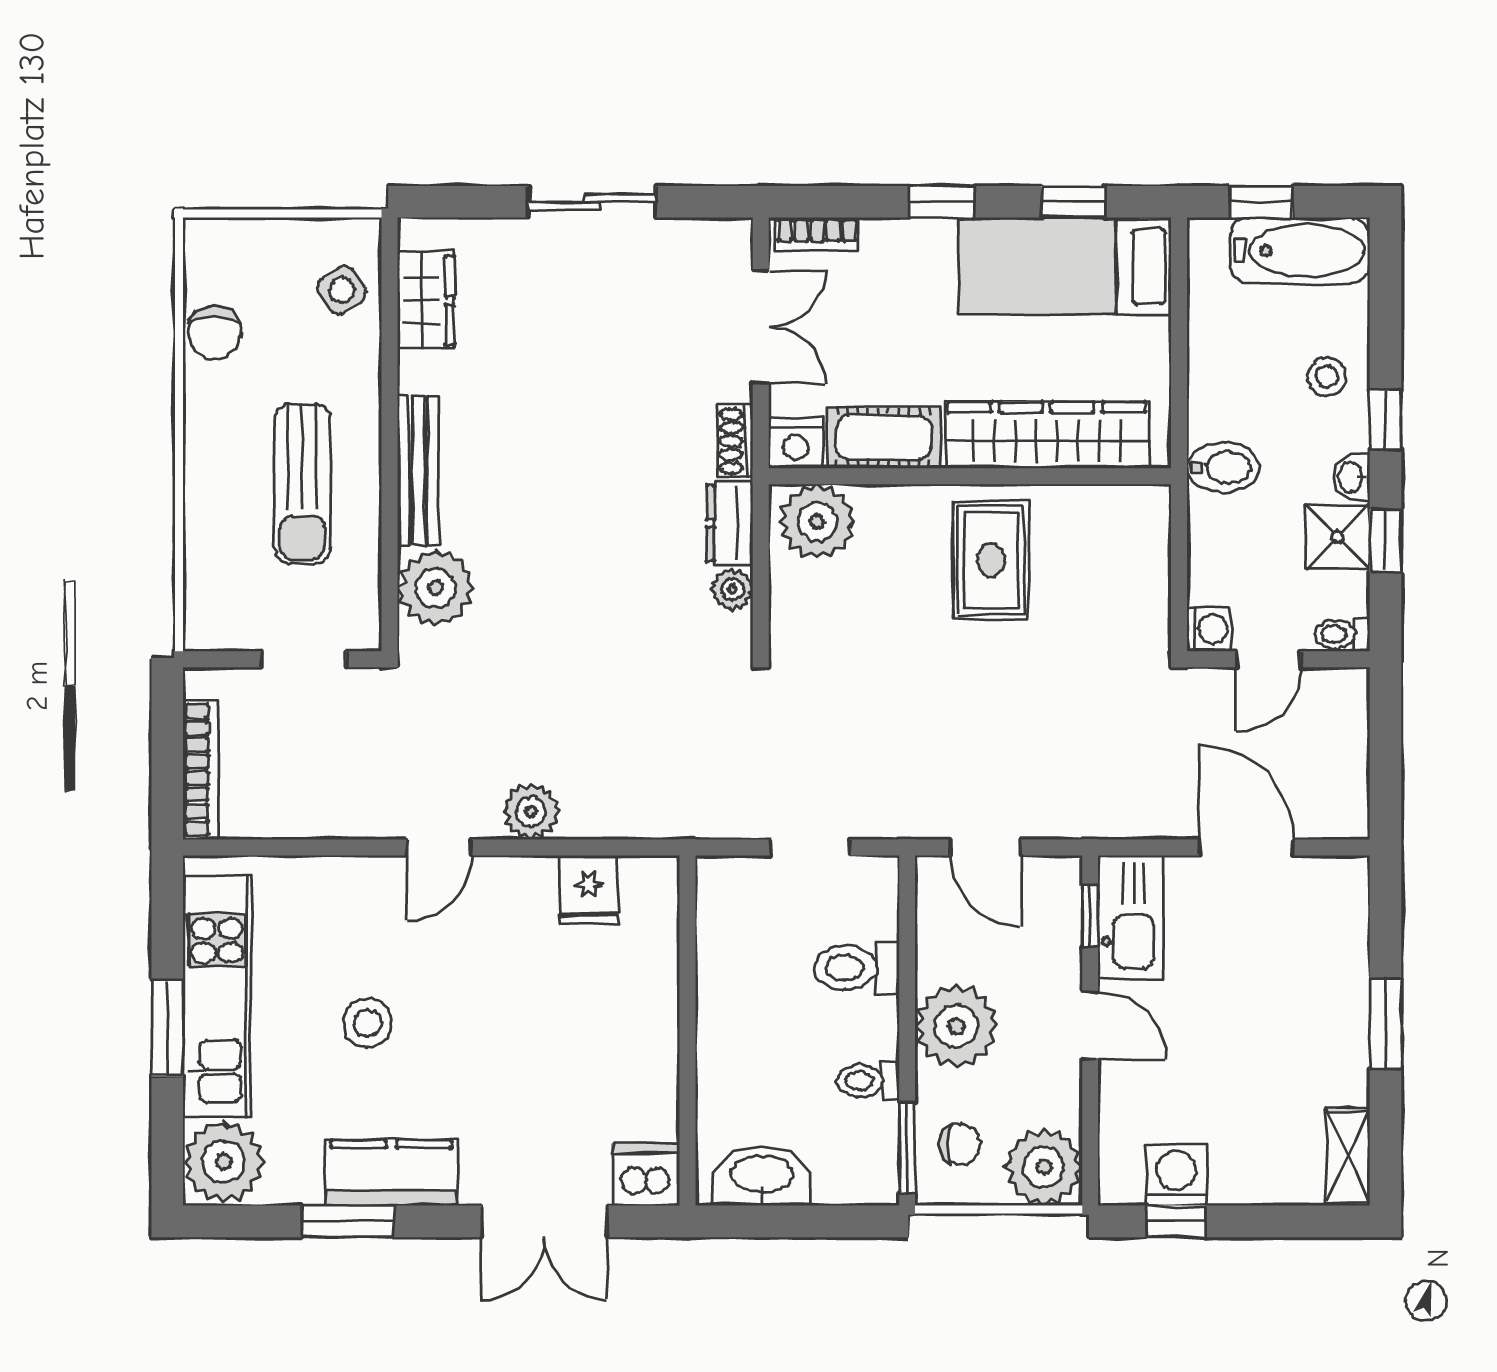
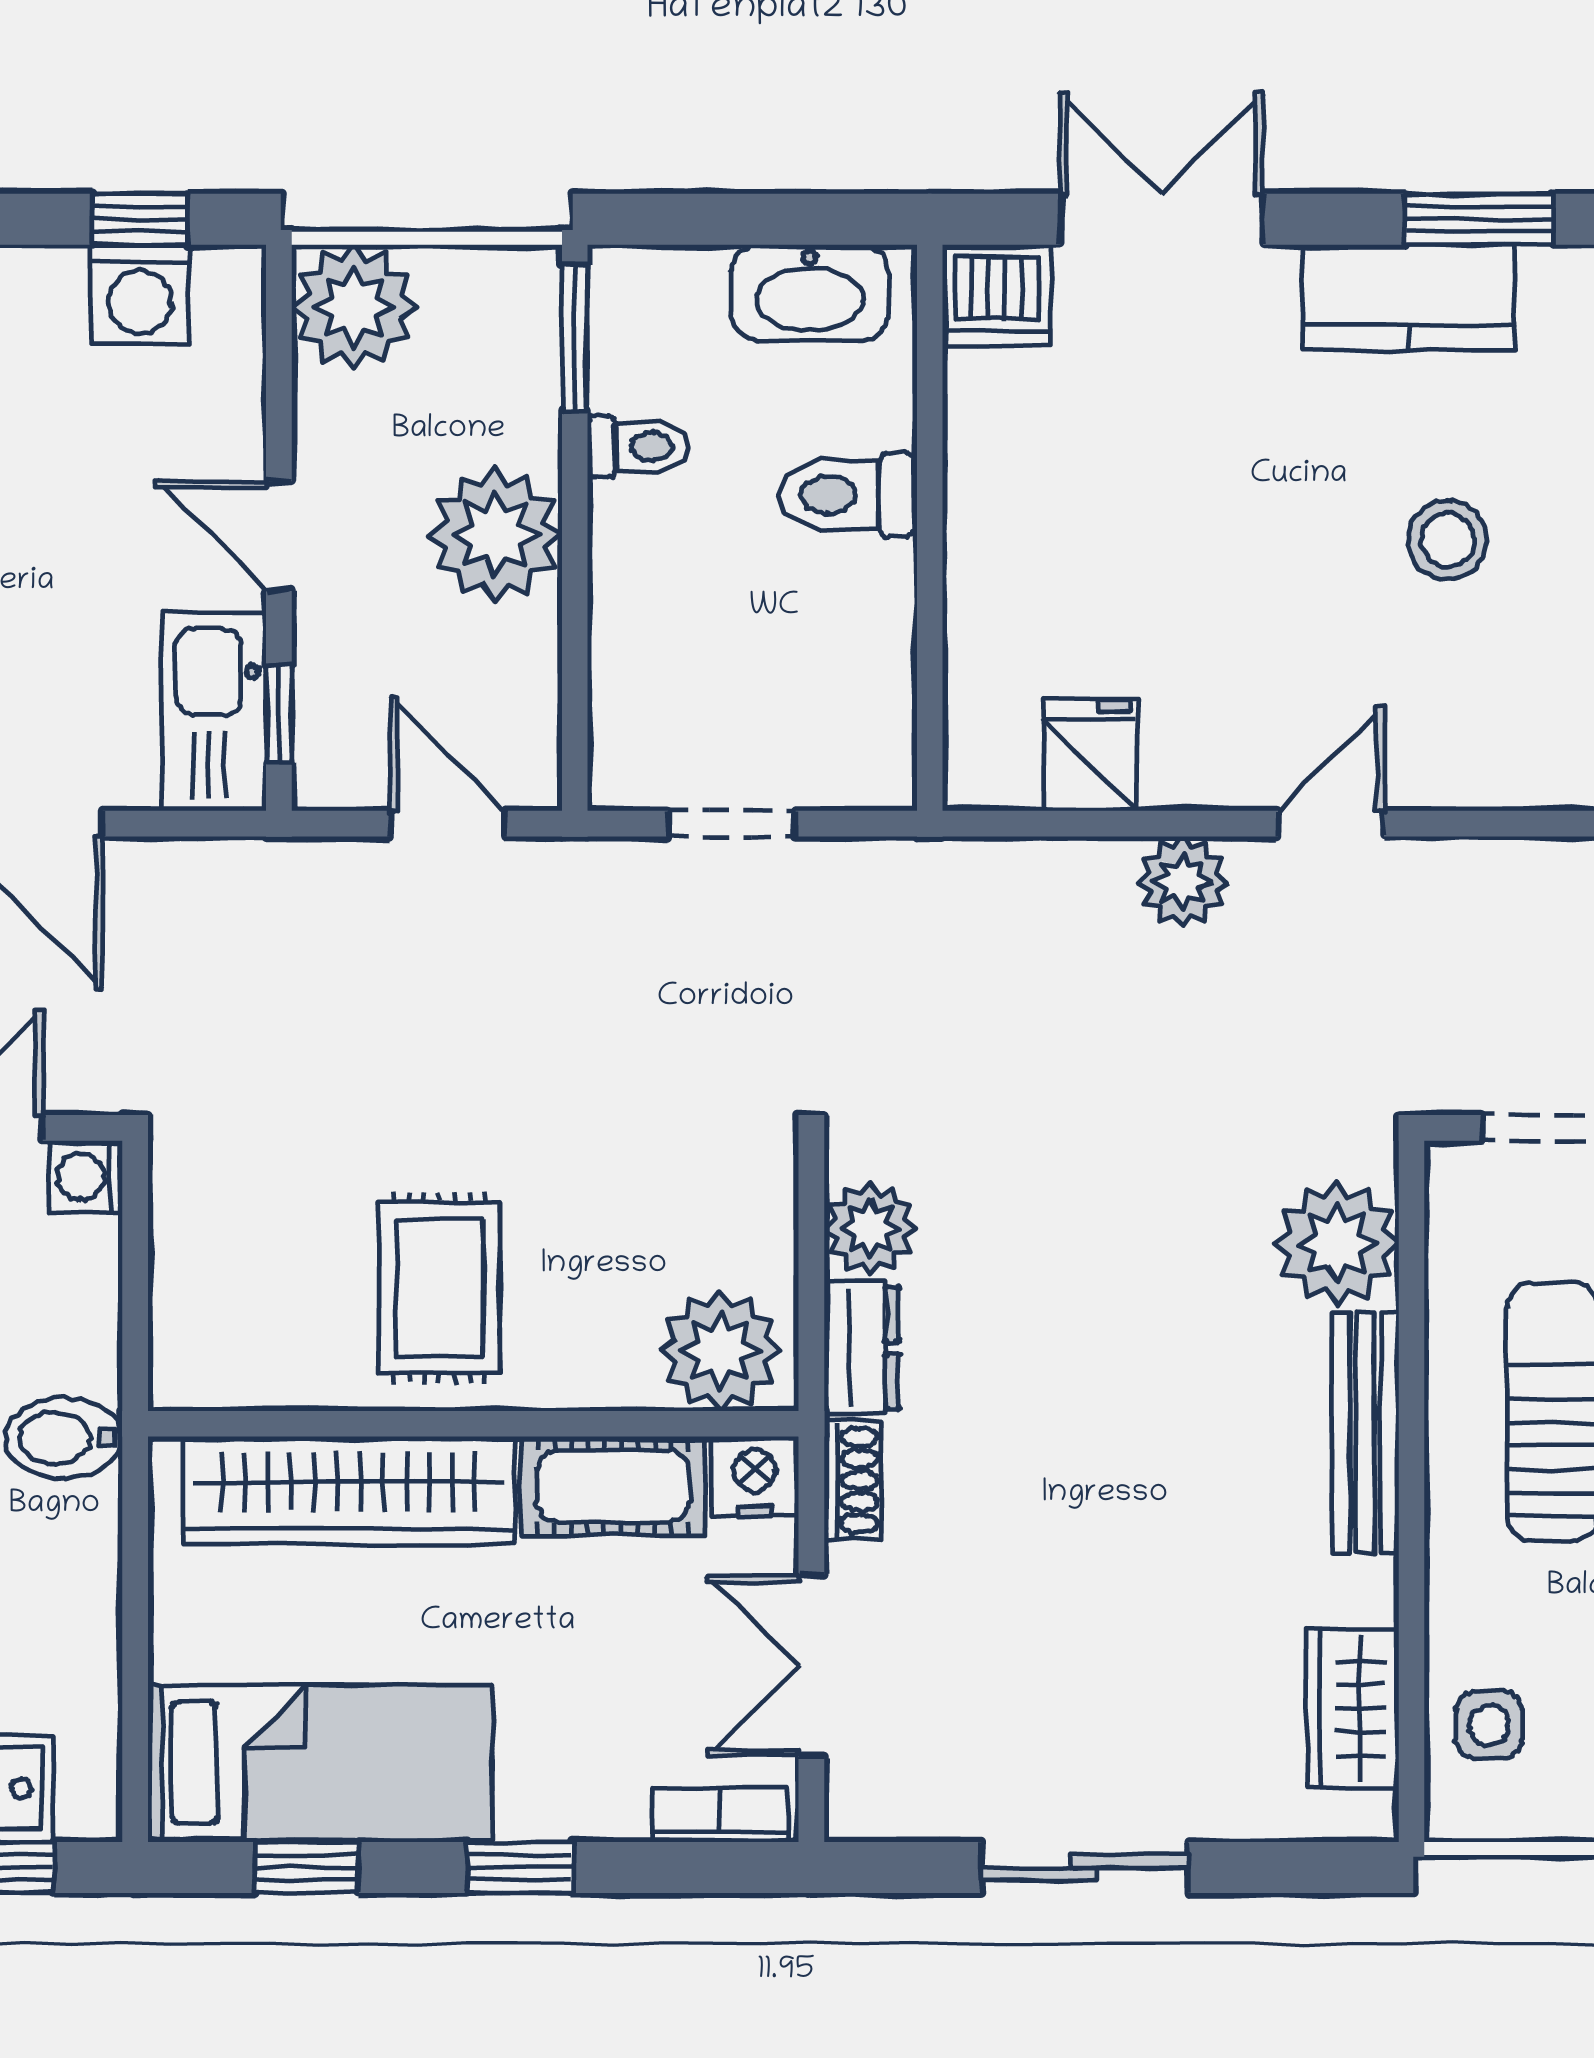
side table: (342, 290) -> (1489, 1725), turned 34
plant: (732, 589) -> (870, 1228), width x1.38, depth x1.38
toilet: (857, 968) -> (848, 495), moved, turned 180
chair: (960, 1144) -> (489, 344), removed

